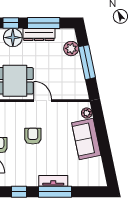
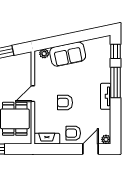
tv unit: (53, 181) -> (106, 96), moved
window: (19, 192) -> (116, 51), moved

